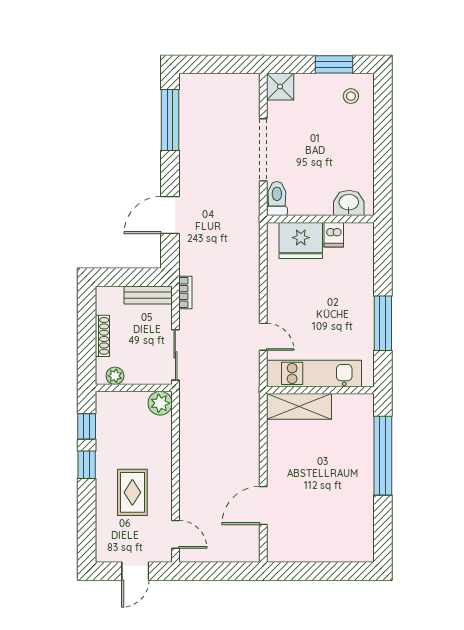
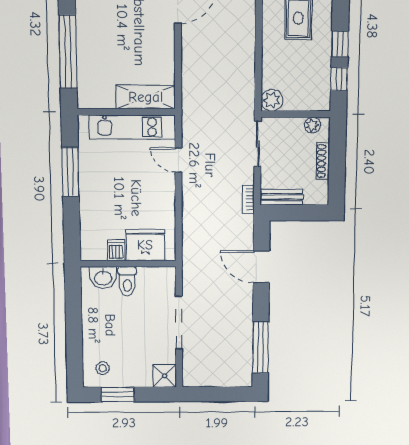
toilet: (277, 199) -> (127, 281), moved
door: (170, 215) -> (261, 267), swing flipped

